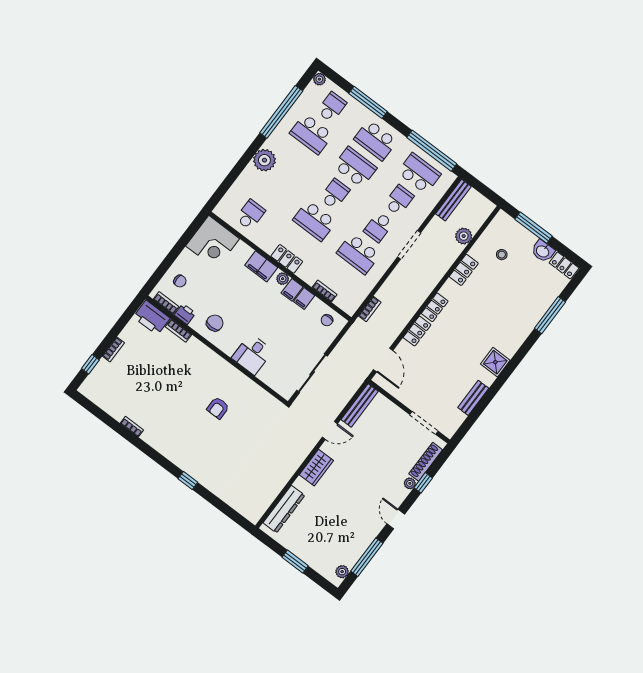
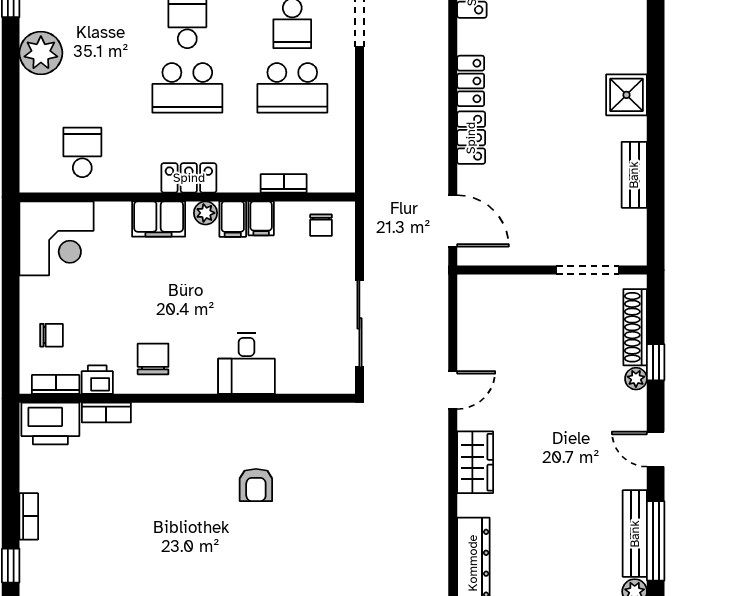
bookcase: (370, 309) -> (373, 159), removed
bench: (360, 405) -> (635, 534), moved

